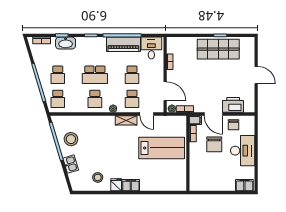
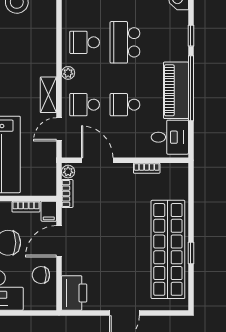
shop shelf: (218, 49) -> (168, 249), width x1.40
door: (165, 91) -> (97, 160), swing flipped
printer: (233, 105) -> (74, 293), moved

